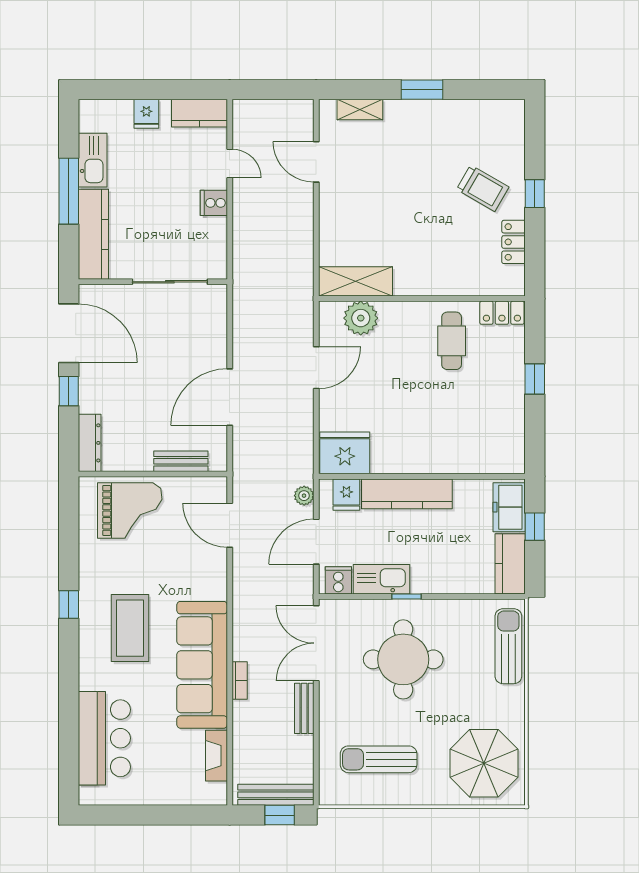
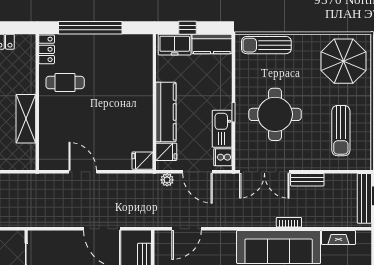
shelving: (356, 281) -> (26, 119), moved
plant: (361, 318) -> (50, 142), removed
window: (535, 379) -> (90, 28), width x3.17
fridge: (345, 453) -> (142, 161), width x0.53, depth x0.75

